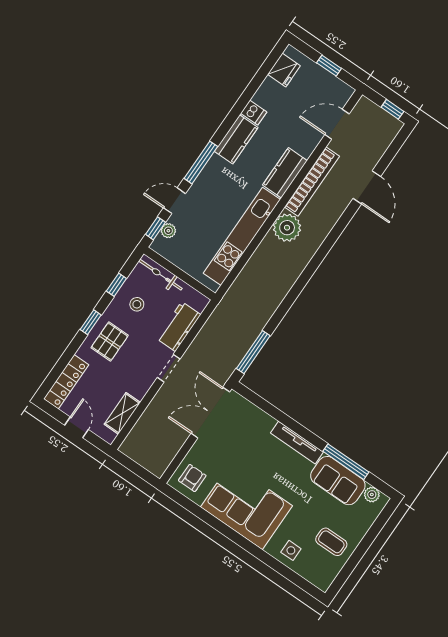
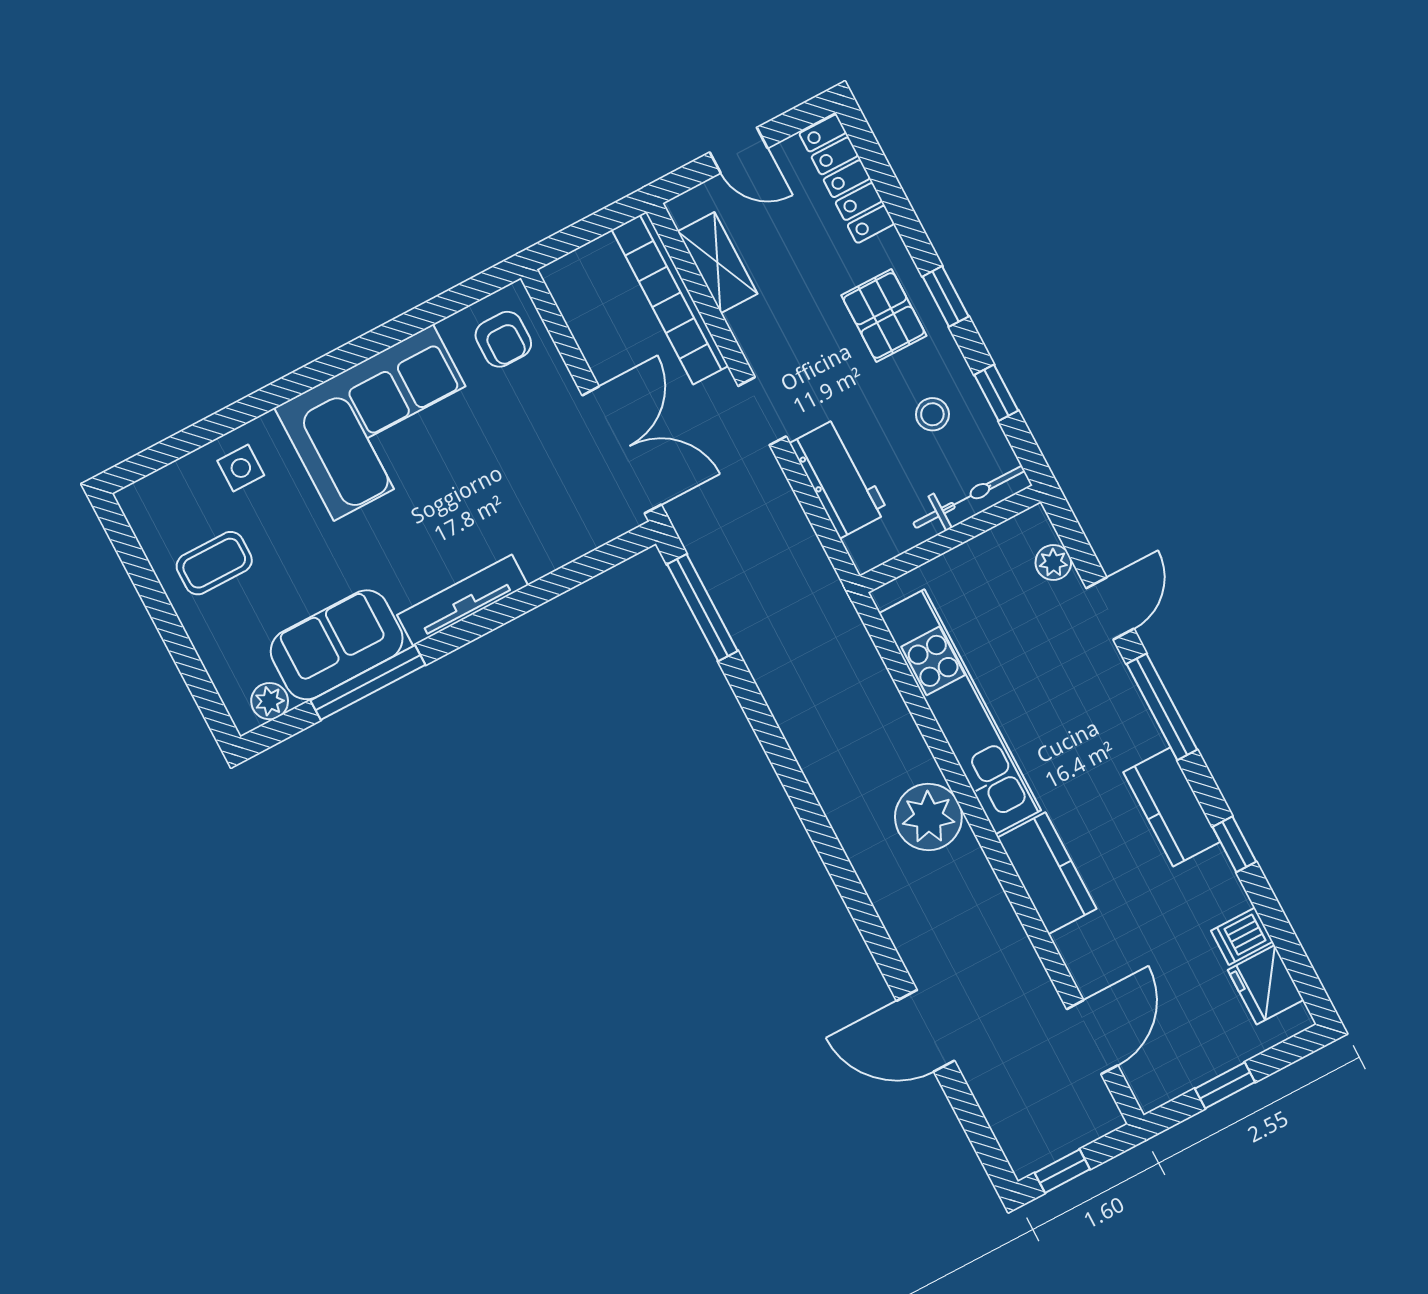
dishwasher: (254, 113) -> (1242, 936), moved
bookcase: (312, 182) -> (670, 298), moved
window: (155, 228) -> (1234, 844), moved

